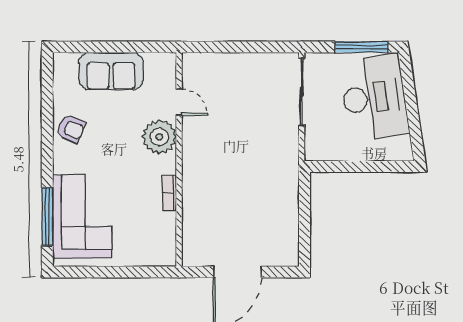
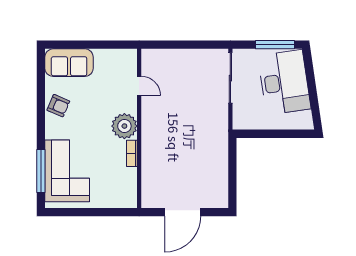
sofa: (111, 71) -> (69, 63), moved
plant: (159, 137) -> (124, 126), moved

